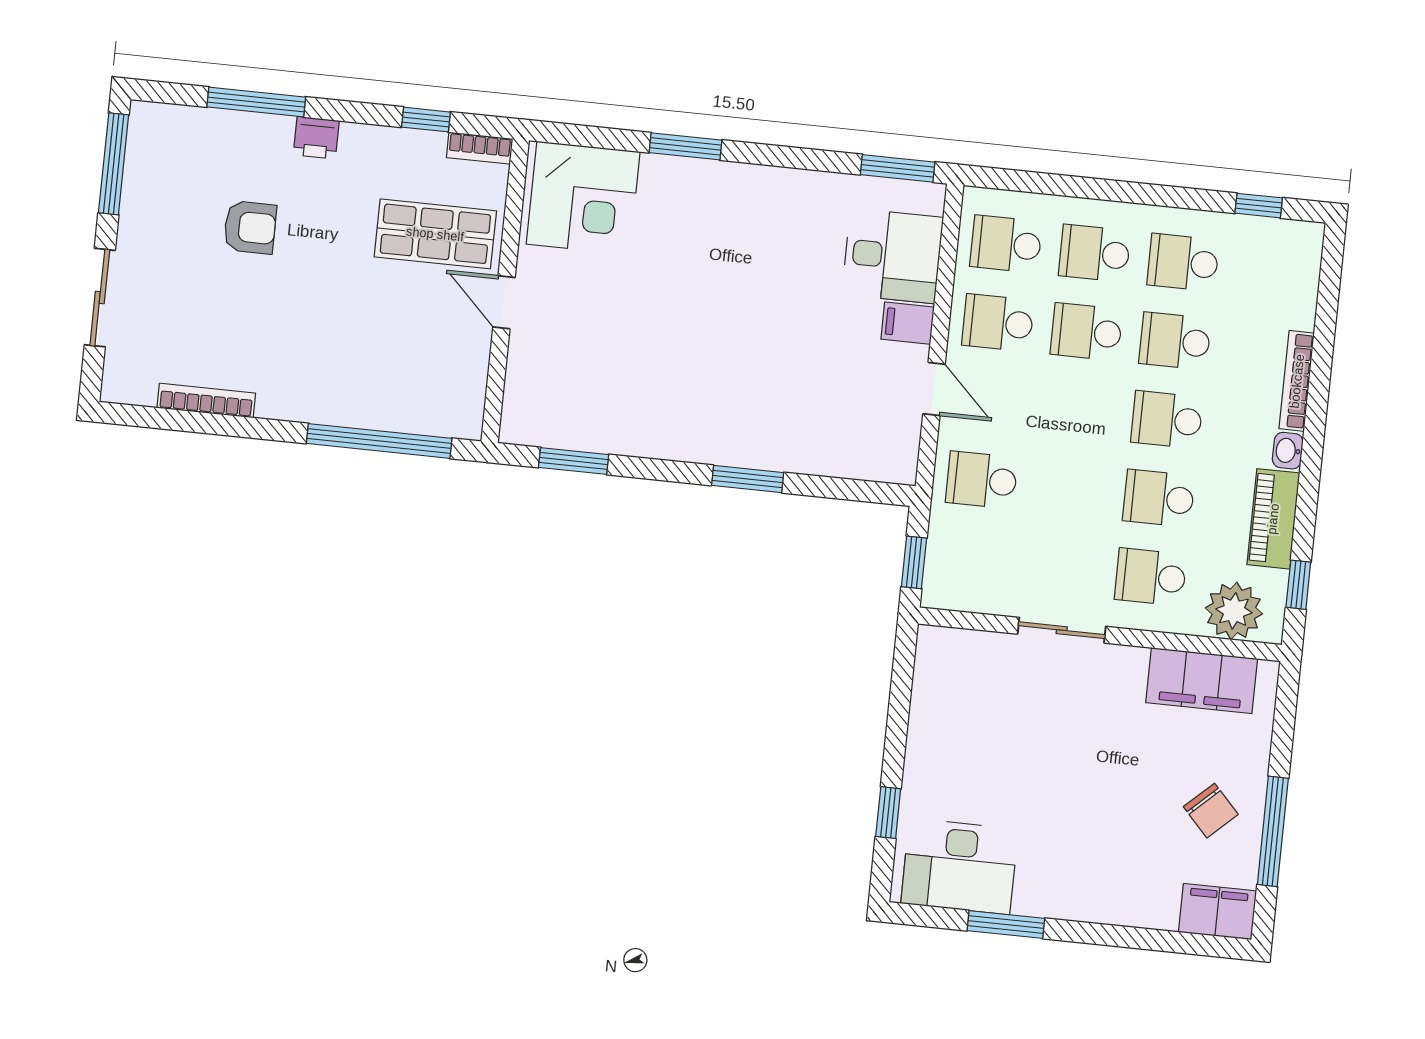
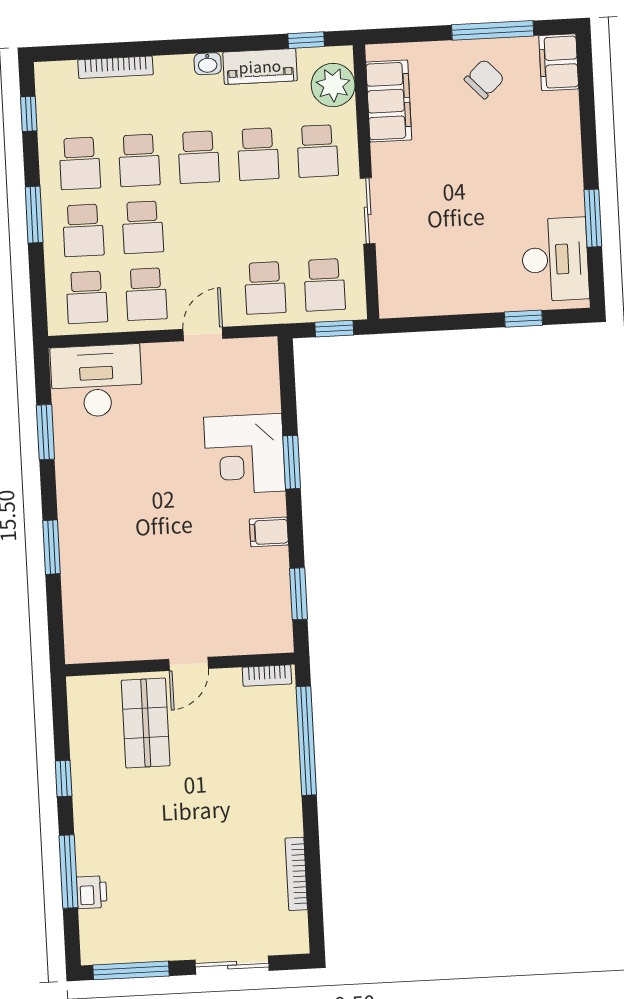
window: (426, 120) -> (64, 778), moved
printer: (316, 138) -> (92, 892), moved
bookcase: (480, 148) -> (267, 676), moved, turned 90
window: (898, 168) -> (45, 432), moved
window: (1125, 192) -> (34, 215), added
corner desk: (583, 198) -> (245, 454), moved, turned 180
armchair: (250, 227) -> (162, 862), removed
desk: (893, 256) -> (97, 381), width x1.37
filing cabinet: (908, 323) -> (269, 532), moved, turned 90
bookcase: (1297, 381) -> (116, 67), moved
school desk: (974, 559) -> (325, 285), added

